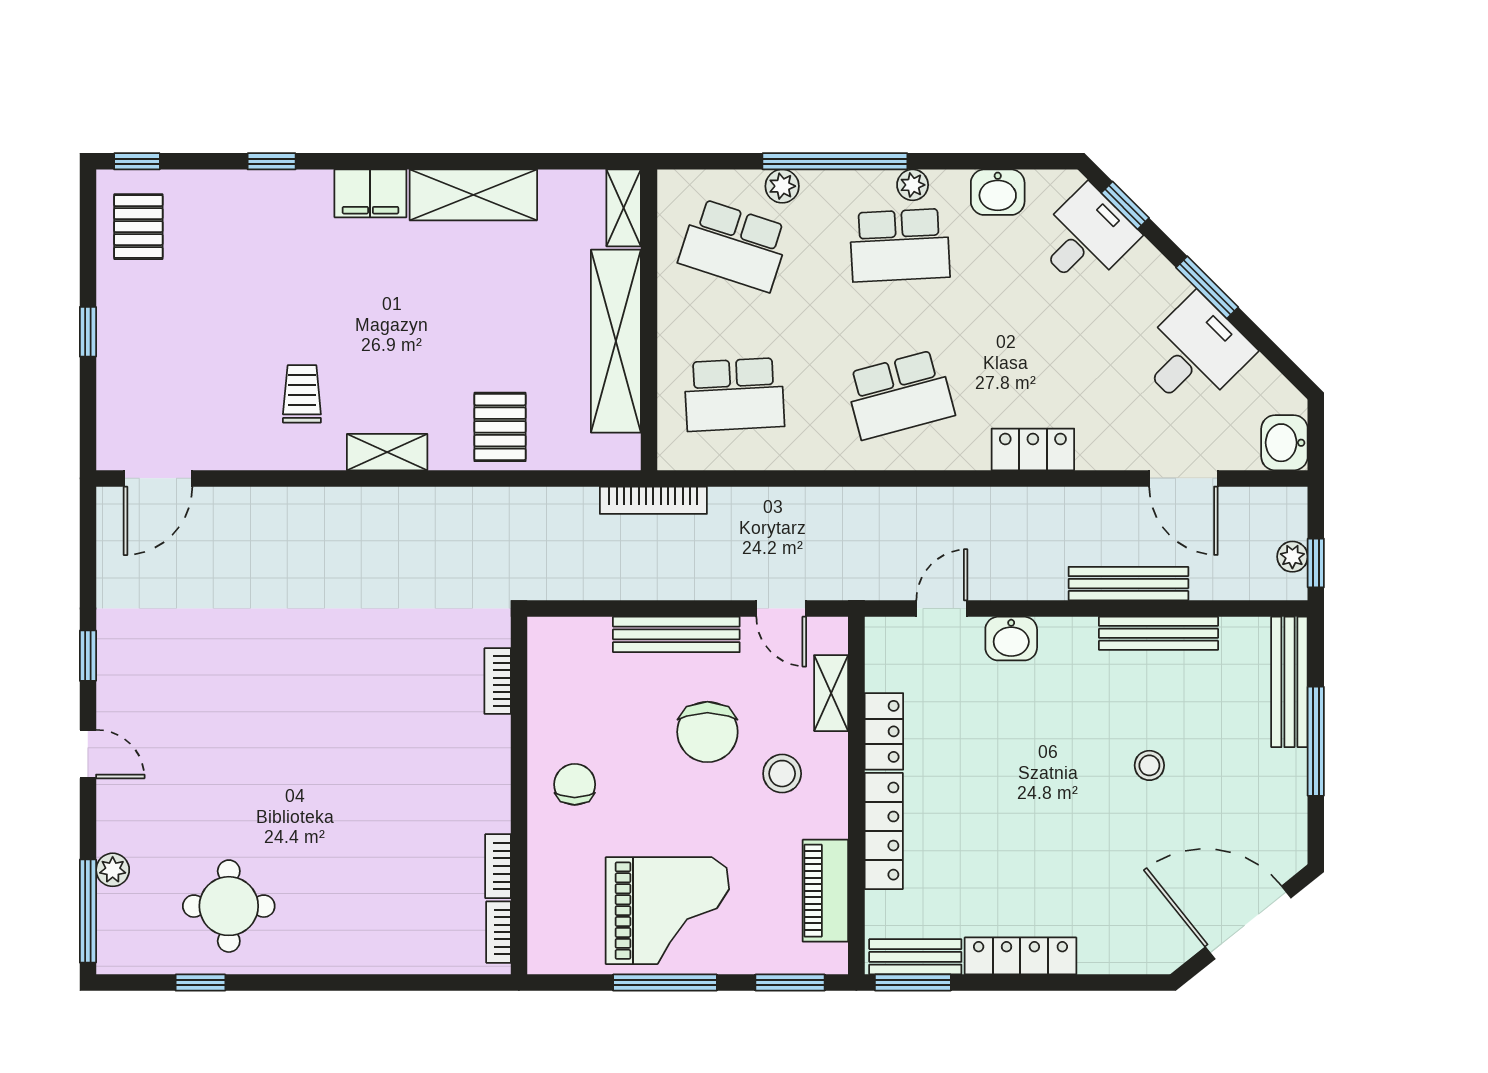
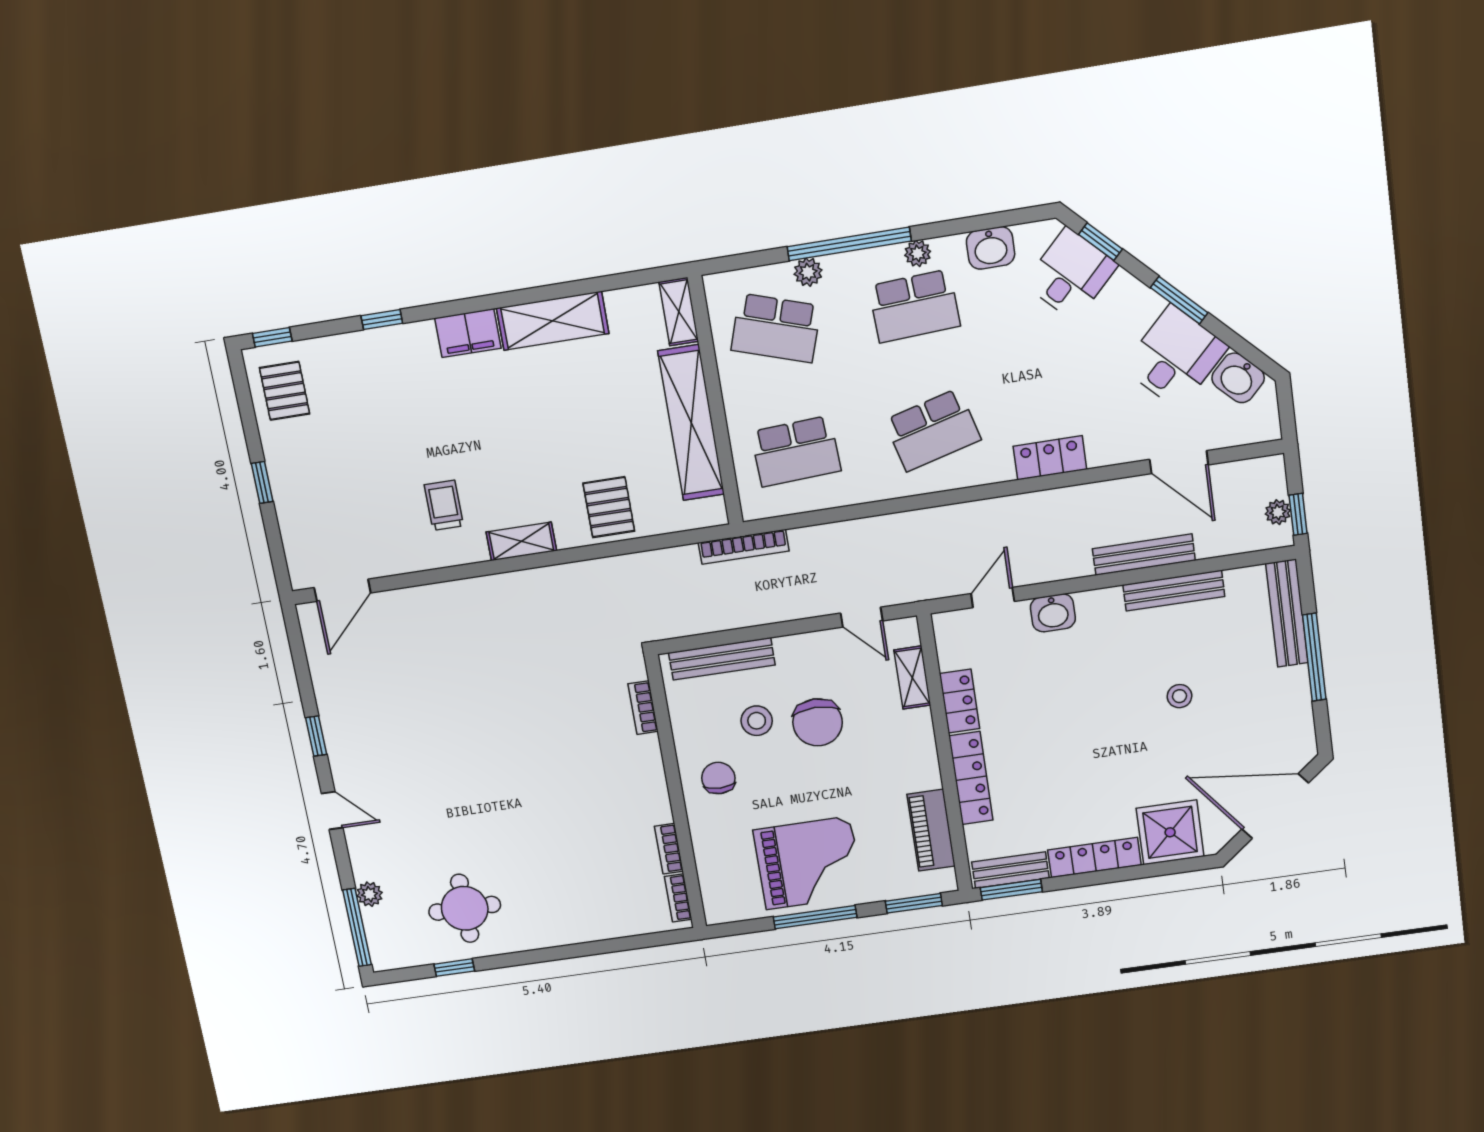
washbasin: (1284, 443) -> (1238, 378), moved, turned -45
bench: (676, 634) -> (722, 659), moved
stool: (782, 774) -> (757, 721), moved
shower: (1117, 937) -> (1170, 832), added

